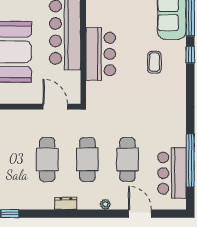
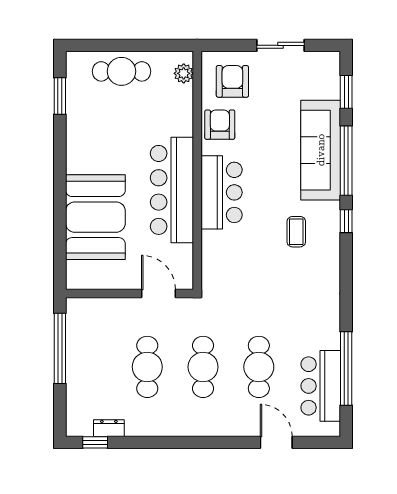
bar counter: (101, 54) -> (222, 192), moved
dresser: (66, 203) -> (109, 428), moved
plant: (105, 204) -> (228, 429), removed

